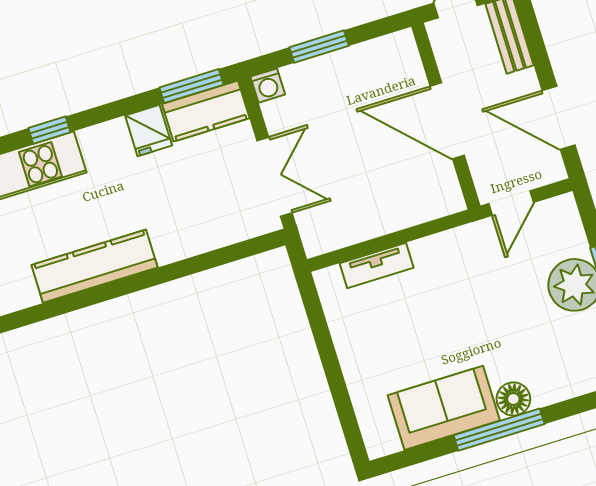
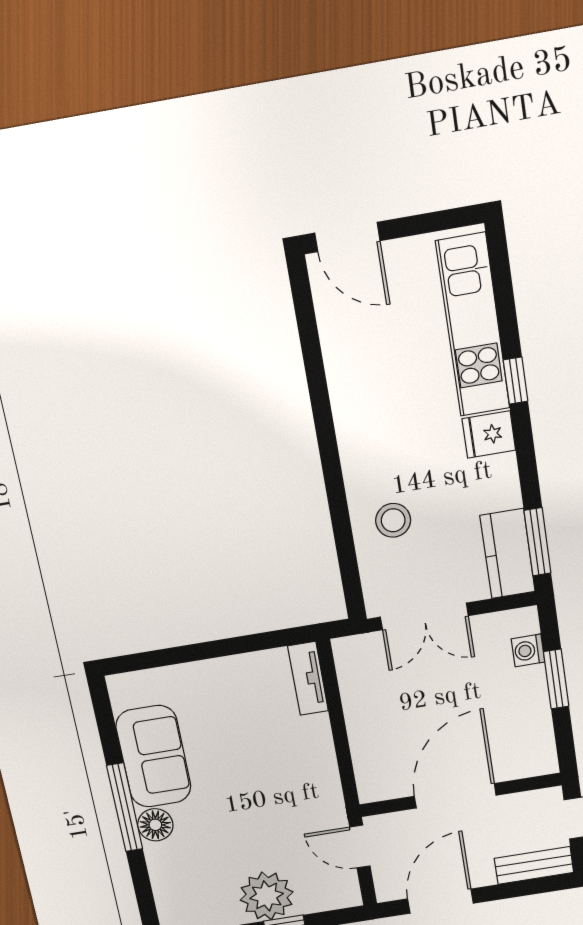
washing machine: (268, 86) -> (528, 650), moved
fridge: (149, 130) -> (489, 434), moved
stool: (188, 218) -> (393, 520), added
tv unit: (377, 265) -> (308, 678), moved
kitchen counter: (95, 266) -> (354, 411), removed

